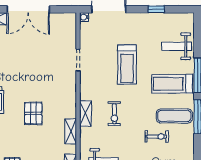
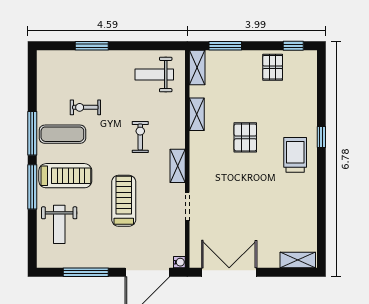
double door: (28, 9) -> (229, 272), moved
window: (156, 9) -> (86, 272), width x2.17
weight bench: (177, 46) -> (59, 224), turned 90
shelving: (85, 113) -> (178, 166), moved

